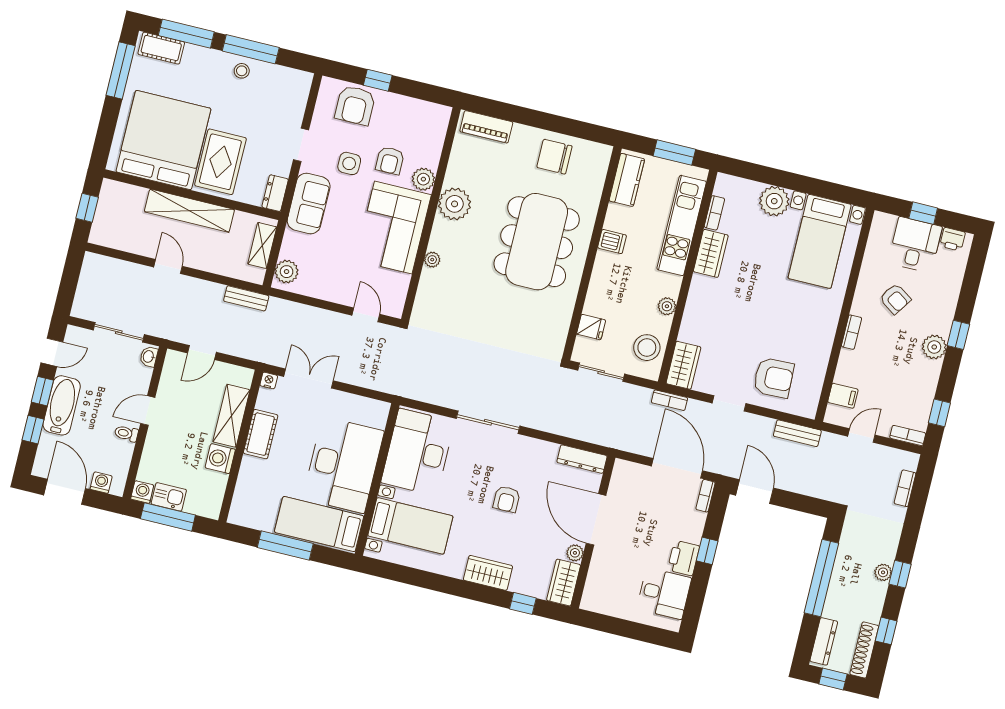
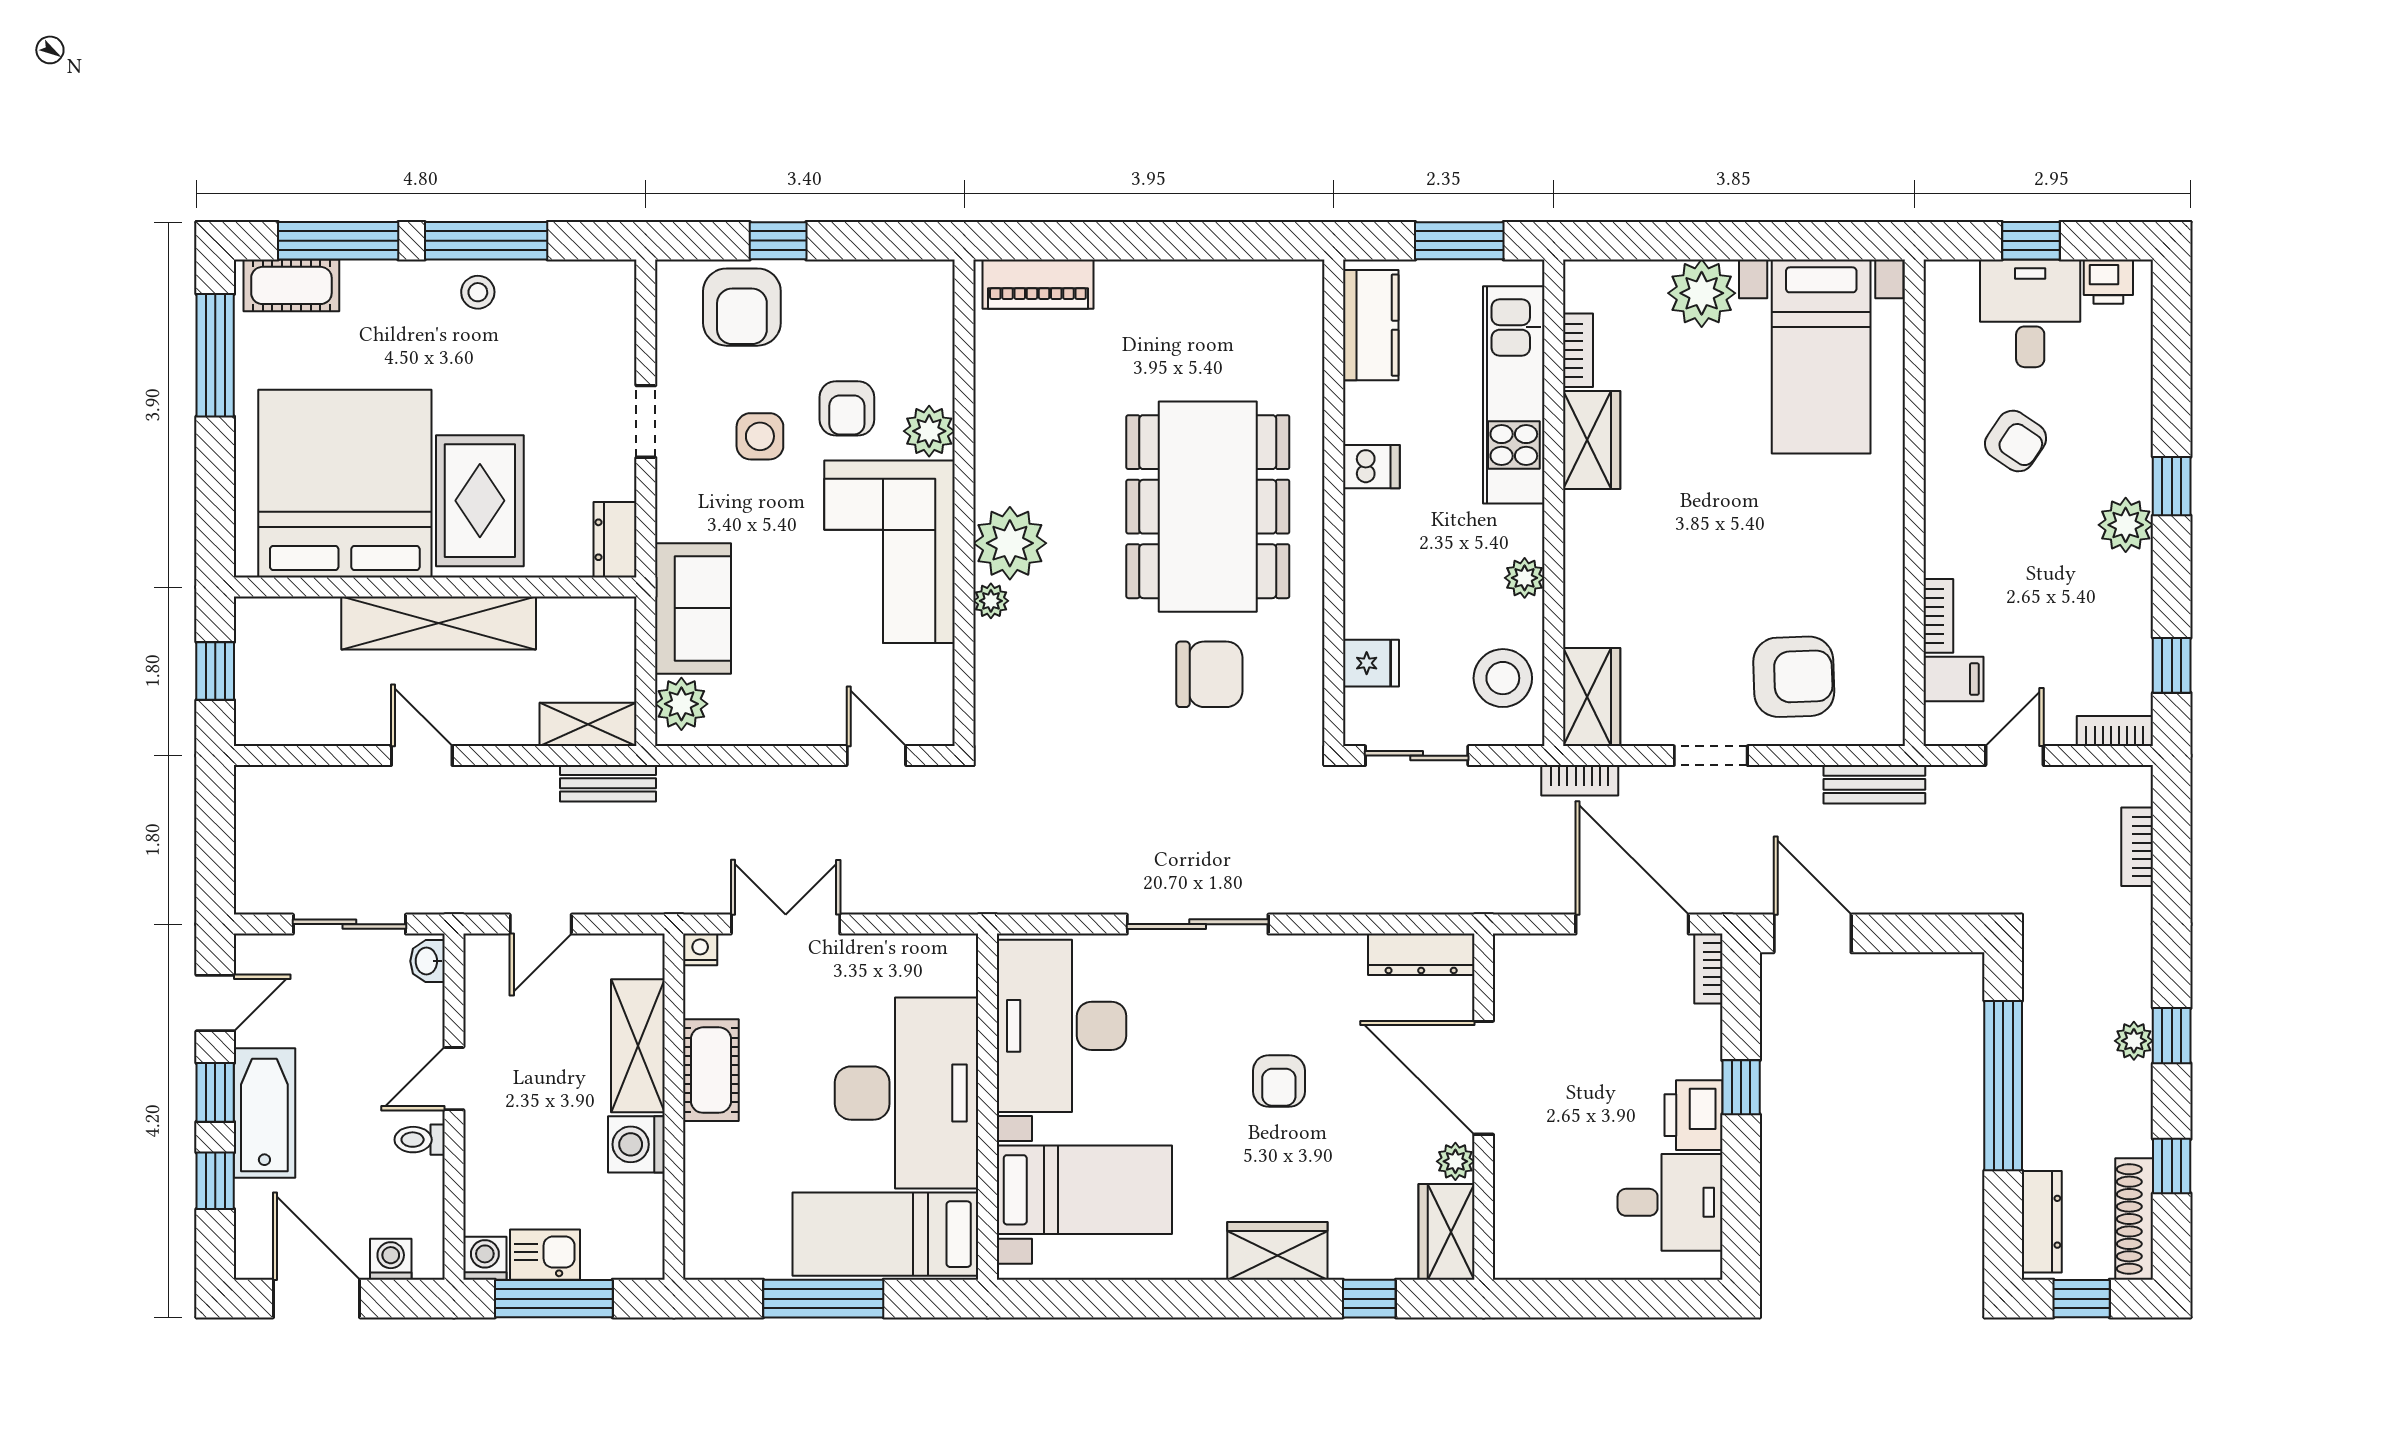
chair: (554, 157) -> (1209, 674), moved, turned 180
sofa: (309, 203) -> (693, 608), moved
plant: (455, 204) -> (1010, 543), moved
shelving: (262, 245) -> (588, 724), moved, turned 90
bookcase: (851, 332) -> (1938, 616), moved

